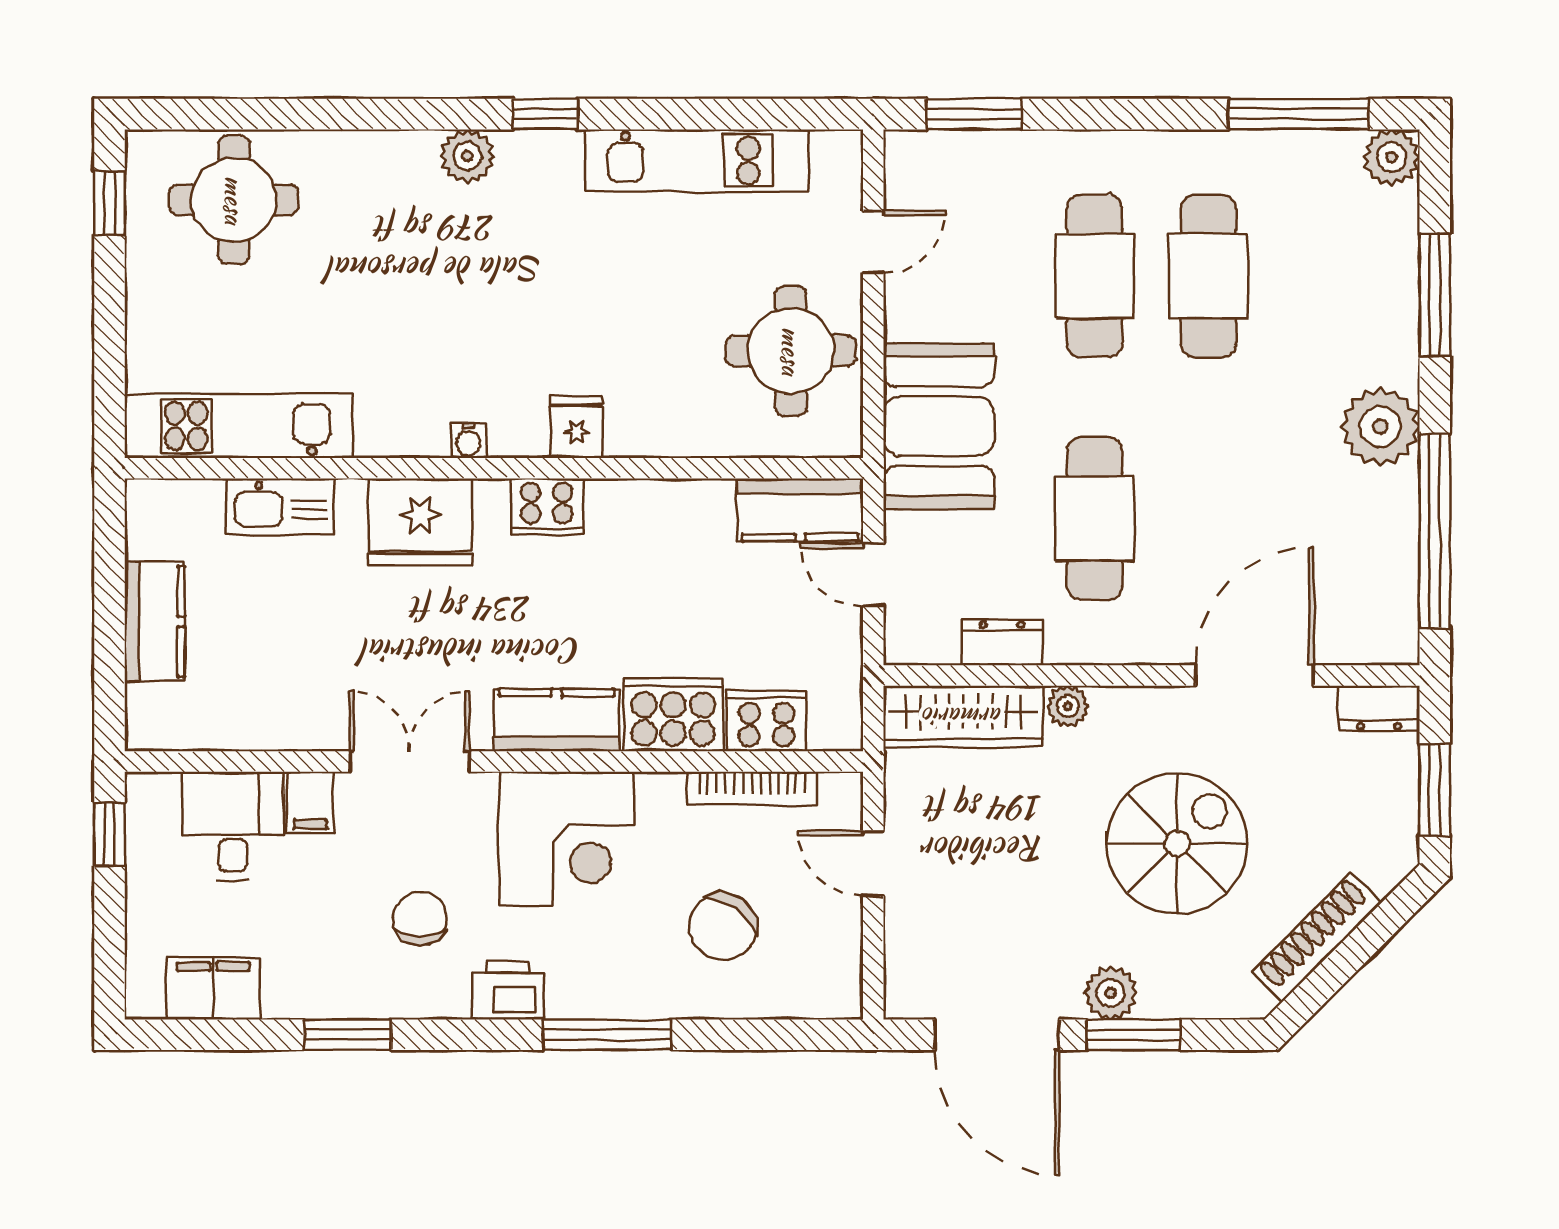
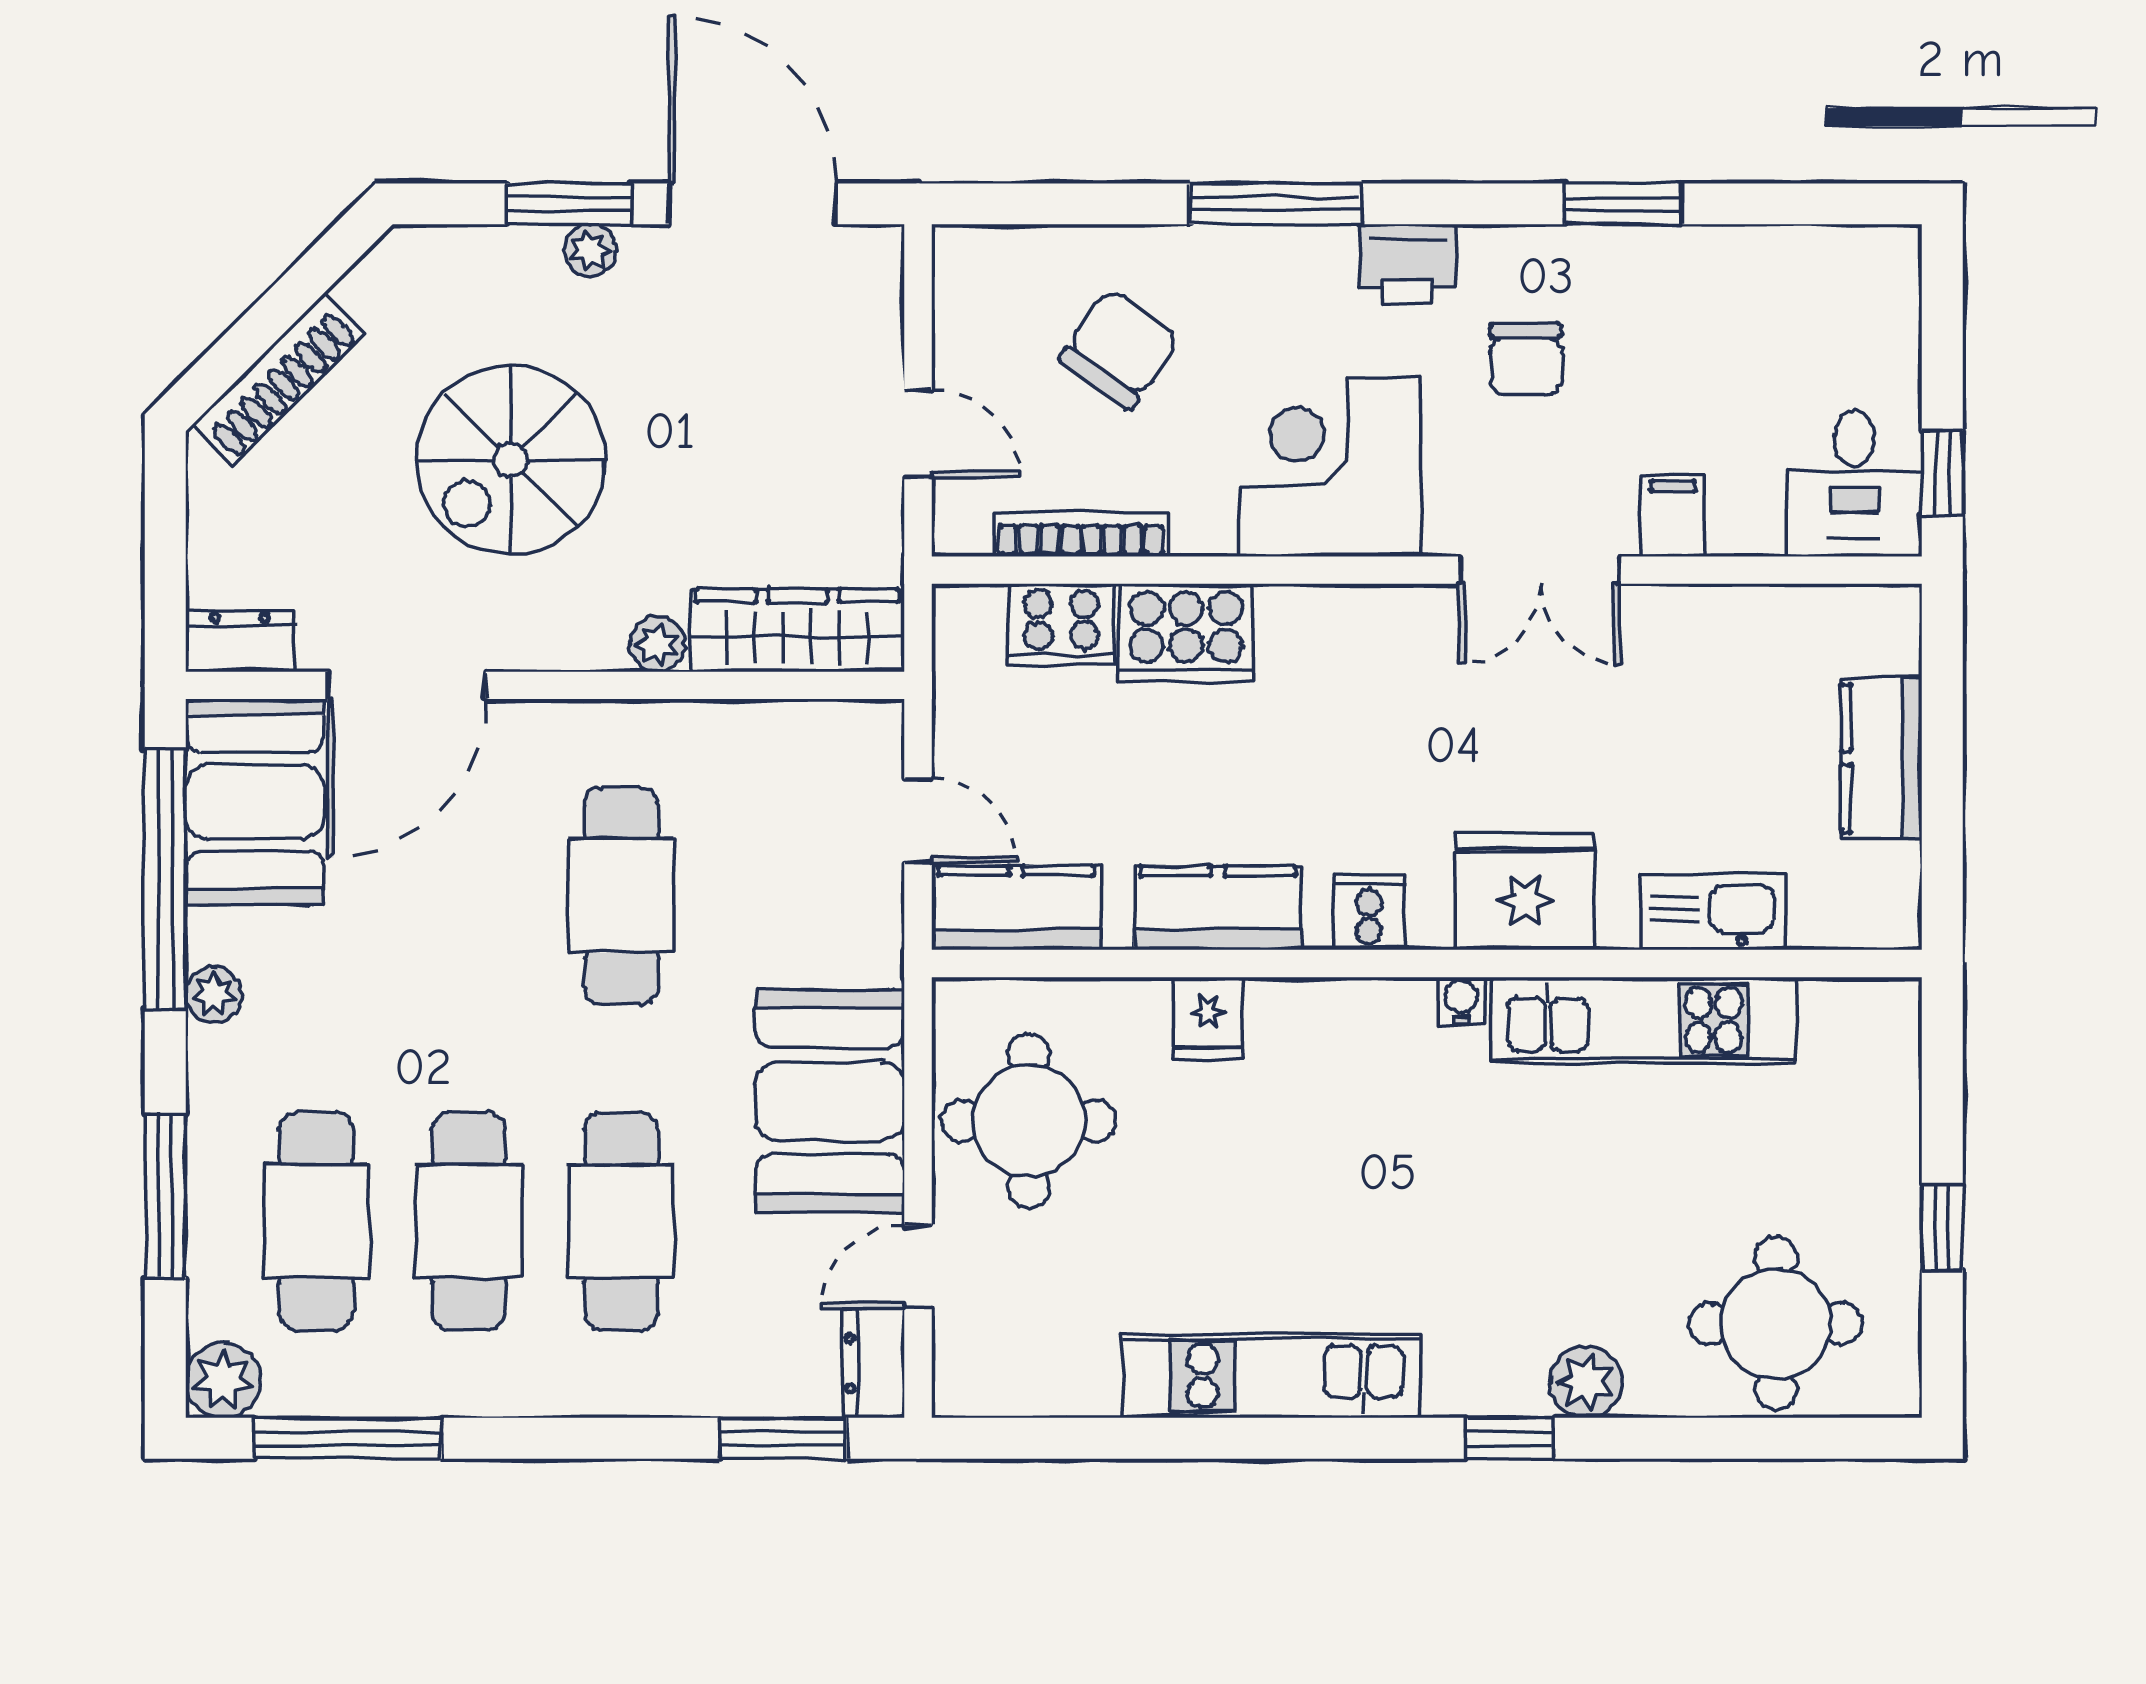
window: (546, 114) -> (1509, 1438), moved
plant: (467, 156) -> (1586, 1382), moved
kitchen unit: (697, 161) -> (1271, 1376), moved
window: (109, 203) -> (1942, 1227), moved
cafe table: (1322, 276) -> (316, 1221), added
kitchen unit: (239, 426) -> (1643, 1020), moved
booth: (939, 426) -> (830, 1101), moved
plant: (1380, 426) -> (214, 995), width x0.53, depth x0.53
fridge: (576, 427) -> (1208, 1019), moved
cooker: (547, 506) -> (1369, 912), width x0.73
booth: (1368, 589) -> (254, 802), added
dresser: (1002, 643) -> (874, 1363), moved, turned 90
kitchen counter: (557, 720) -> (1218, 908), moved, turned 180
window: (1435, 790) -> (165, 532), removed
desk: (233, 826) -> (1854, 484), moved
shoe rack: (1317, 937) -> (278, 380), moved
filing cabinet: (213, 988) -> (1803, 266), removed
plant: (1111, 993) -> (590, 250), width x0.73, depth x0.73

